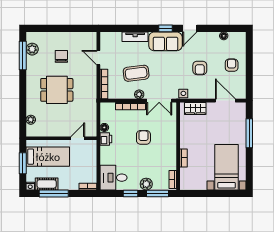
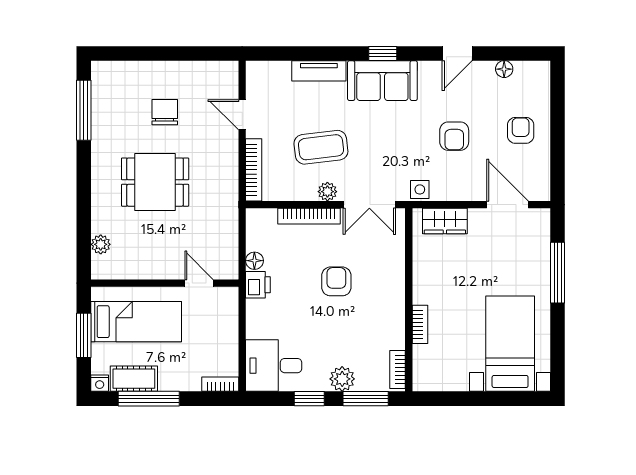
door: (190, 28) -> (457, 53), moved
plant: (32, 49) -> (104, 97), removed
door: (78, 138) -> (199, 283), hinge flipped

